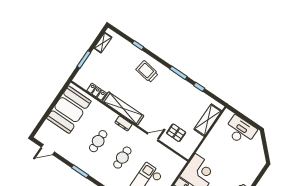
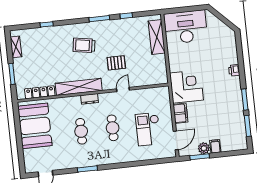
trolley: (147, 71) -> (84, 45), moved
locker: (97, 92) -> (40, 92), width x1.53
desk: (240, 131) -> (186, 27), width x1.36, depth x1.30
pallet: (176, 133) -> (116, 63), moved

